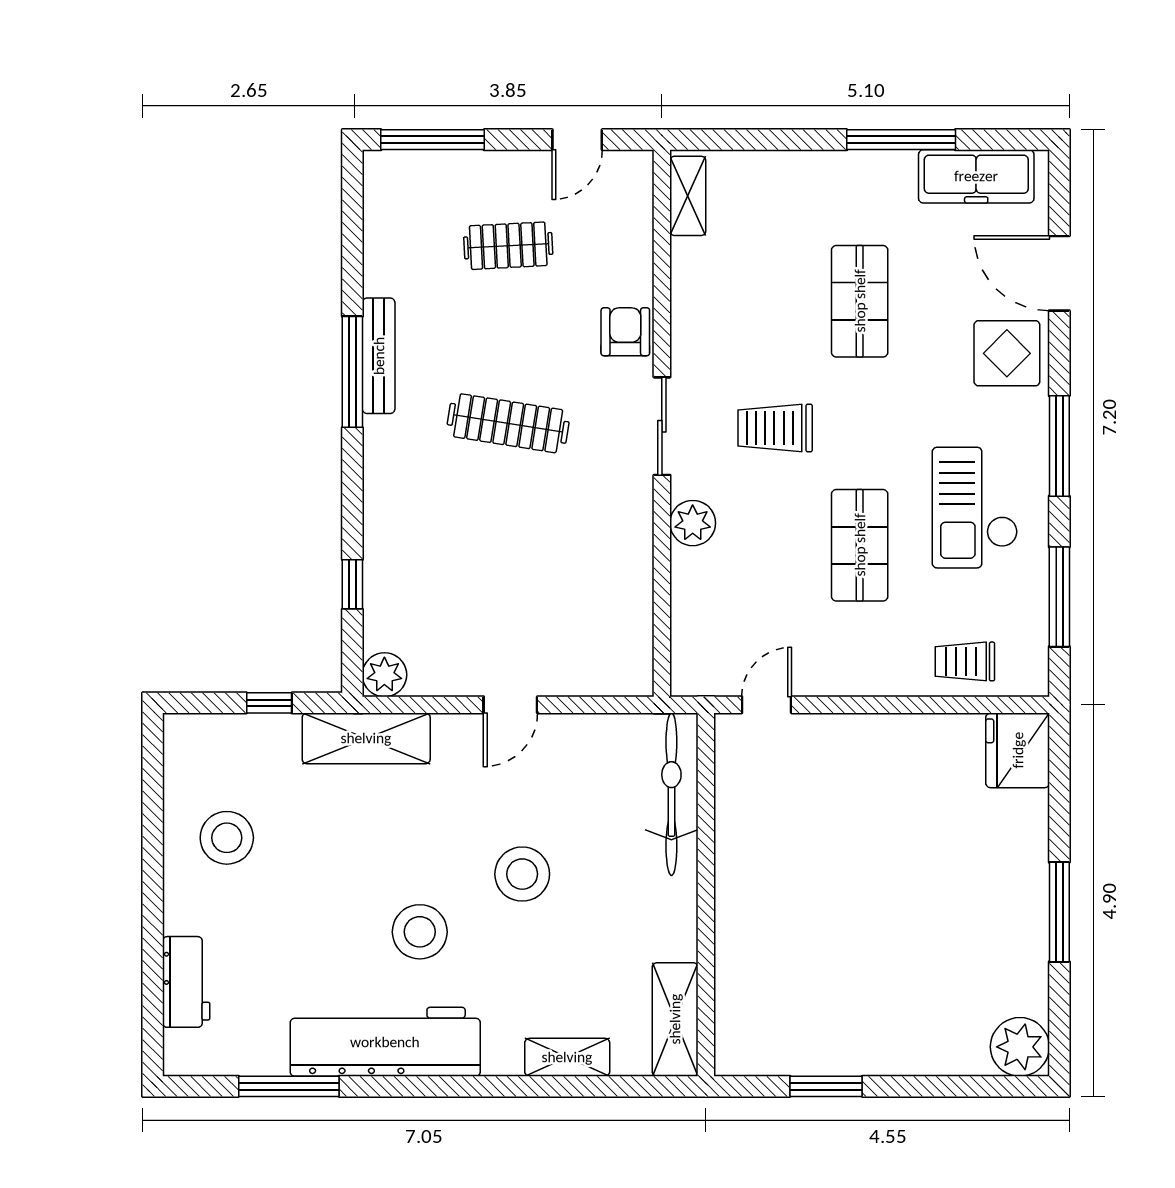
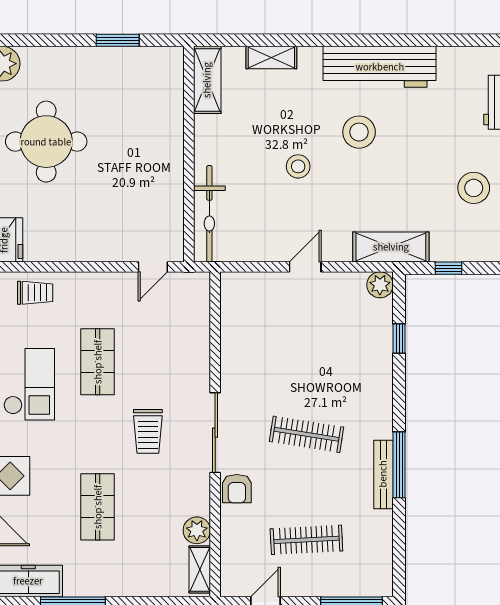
clothes rail: (508, 246) -> (306, 540), width x1.36
sliding door: (662, 426) -> (215, 433), width x1.37
trolley: (775, 428) -> (148, 431), turned 90
plant: (693, 523) -> (197, 530), moved
stool: (522, 874) -> (298, 166), width x0.73, depth x0.73
round table: (946, 916) -> (46, 142), added
window: (289, 1086) -> (437, 40), removed

